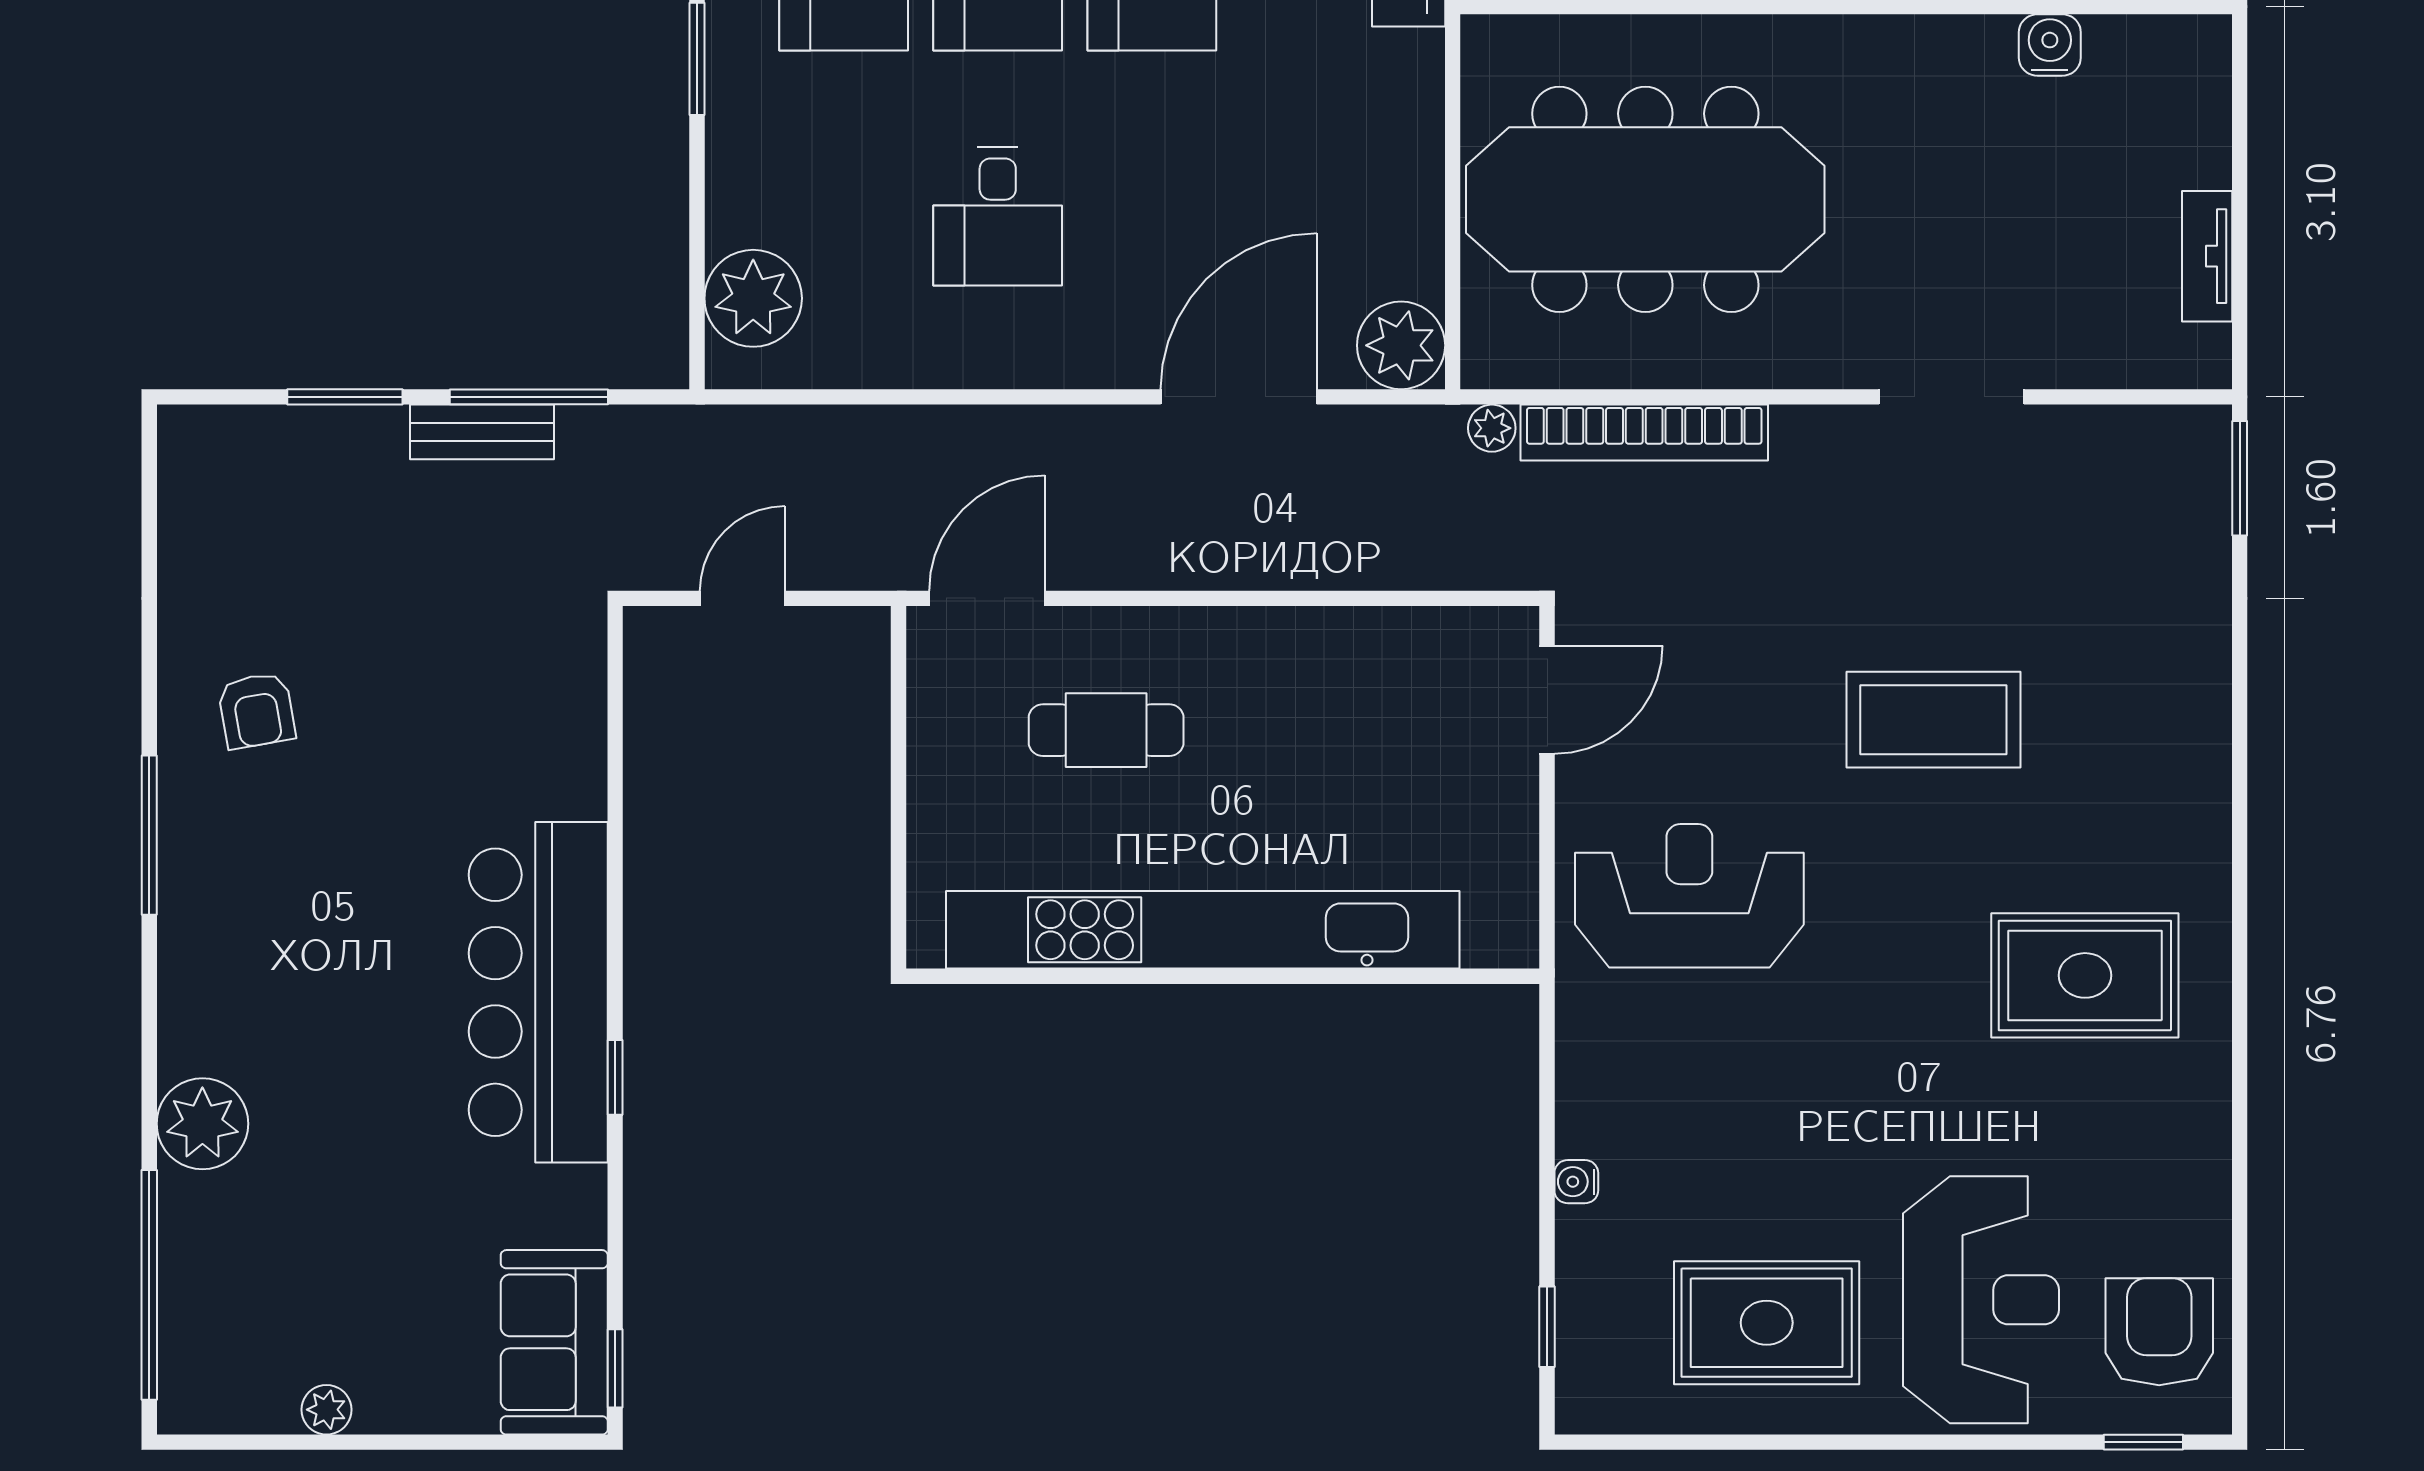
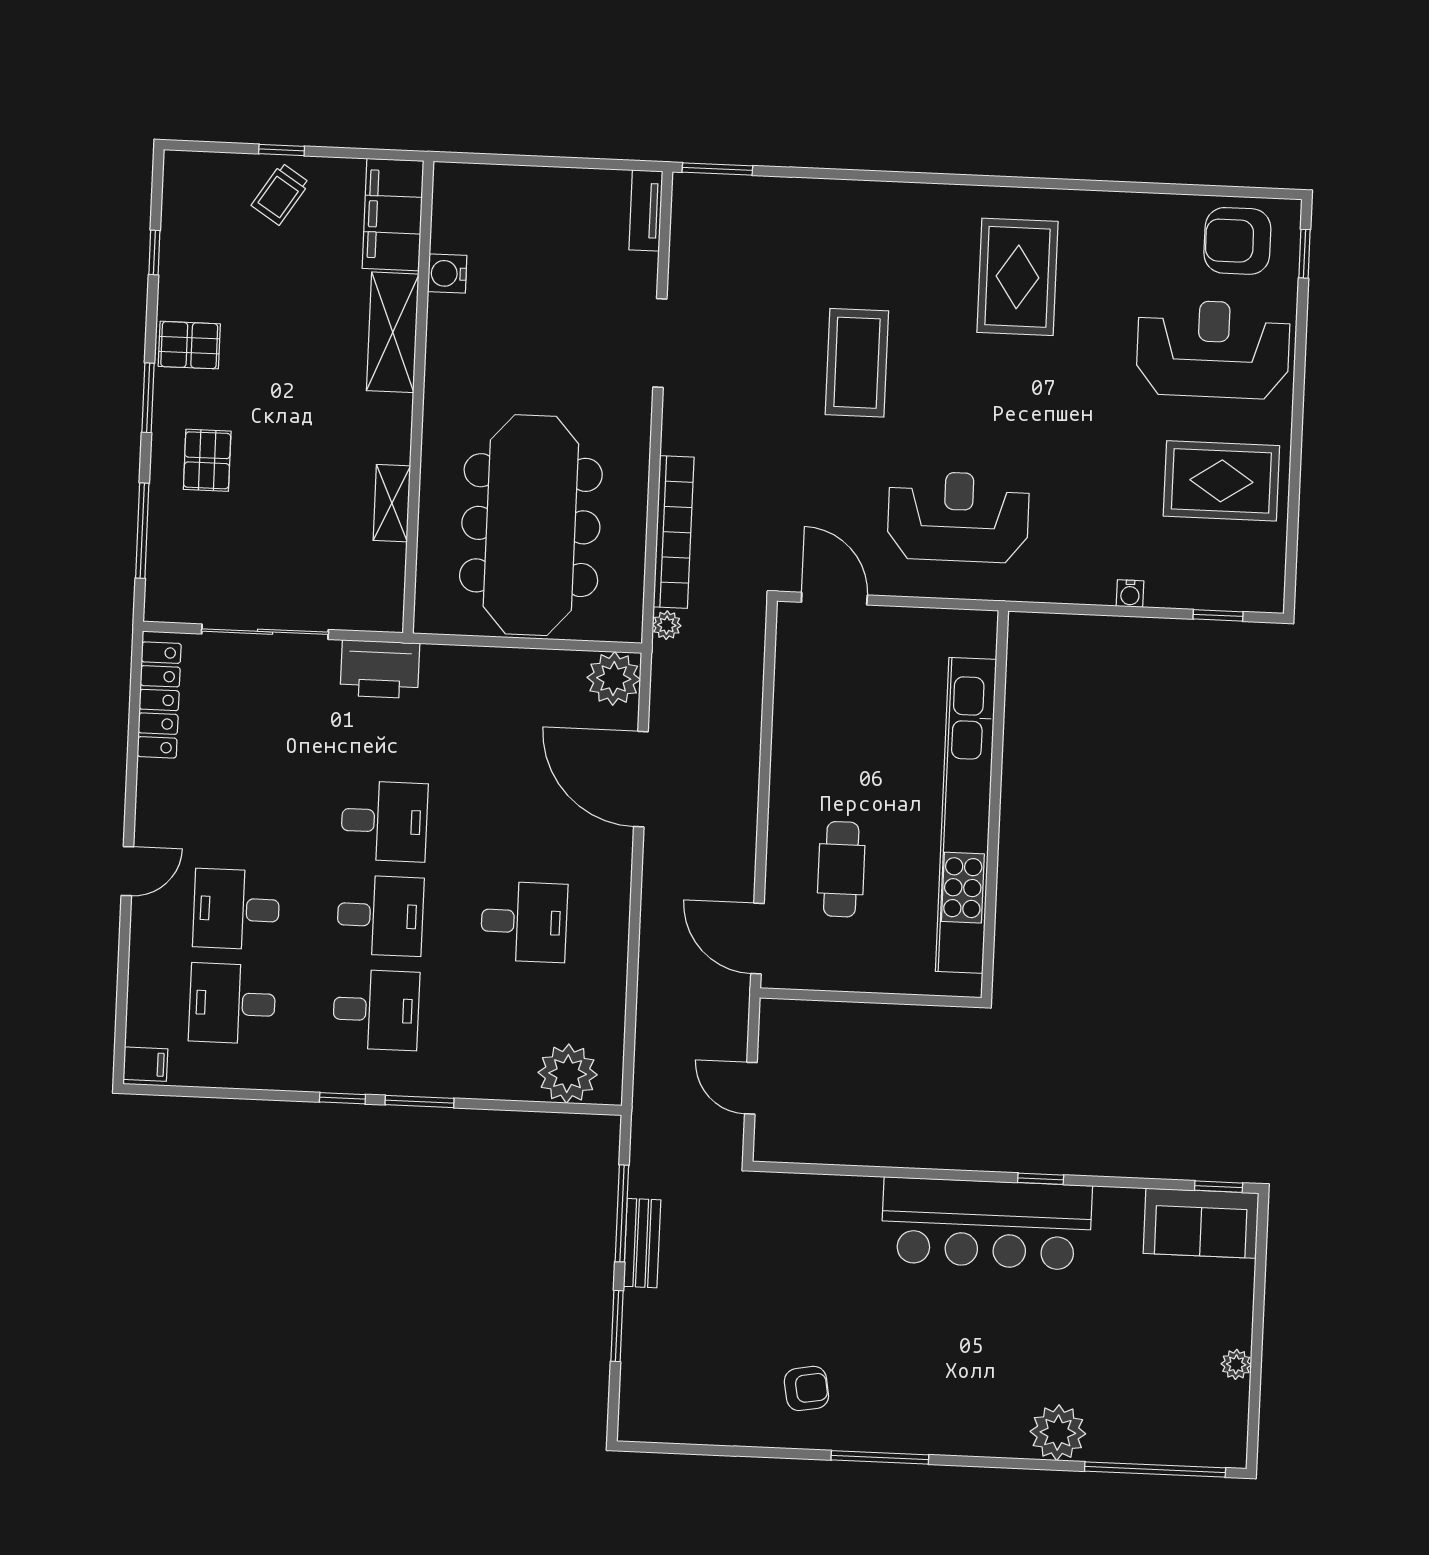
tv unit: (2207, 256) -> (646, 211), moved, turned 90
reception desk: (1689, 896) -> (958, 517), turned 90
rug: (1767, 1323) -> (1221, 481), turned 90

